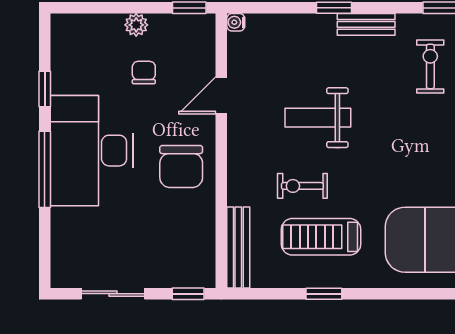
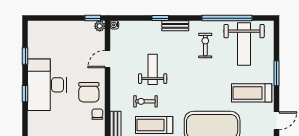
plant: (136, 25) -> (100, 26), moved
chair: (144, 73) -> (97, 114), moved
weight bench: (318, 118) -> (153, 69), turned 90
window: (45, 169) -> (25, 94), width x0.46

